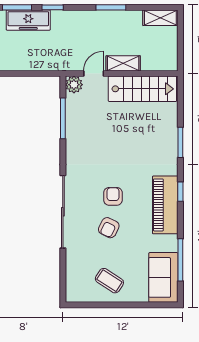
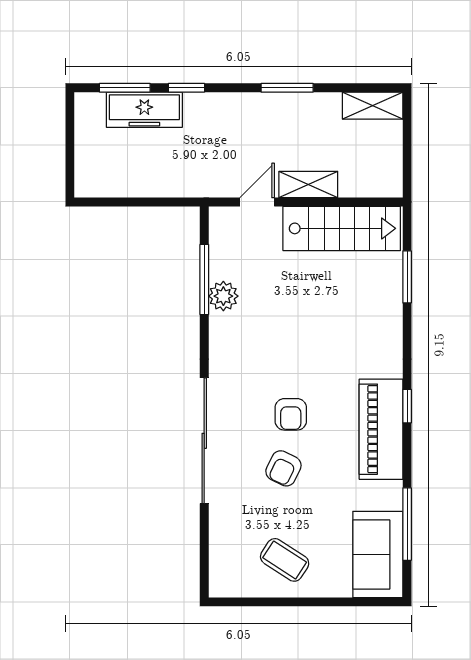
plant: (74, 85) -> (223, 296), moved
window: (180, 142) -> (407, 277), moved
armchair: (113, 196) -> (291, 414), turned 180

